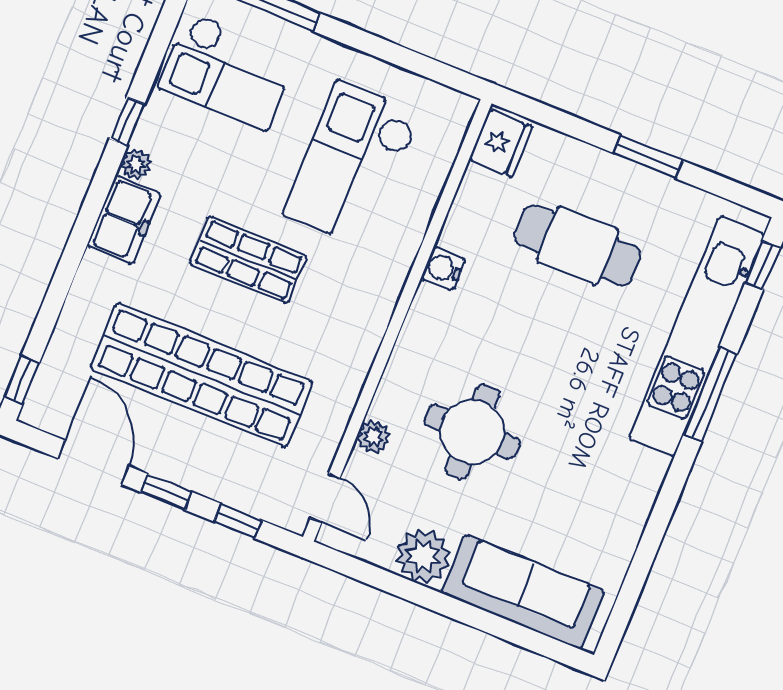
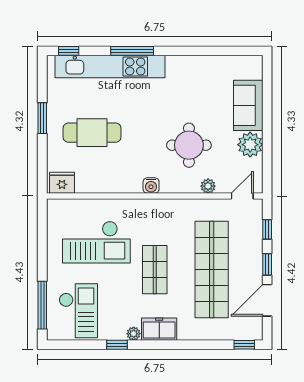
cafe table: (578, 245) -> (92, 133), turned 90
water cooler: (443, 269) -> (151, 186), moved
sofa: (523, 592) -> (248, 105), width x0.73

